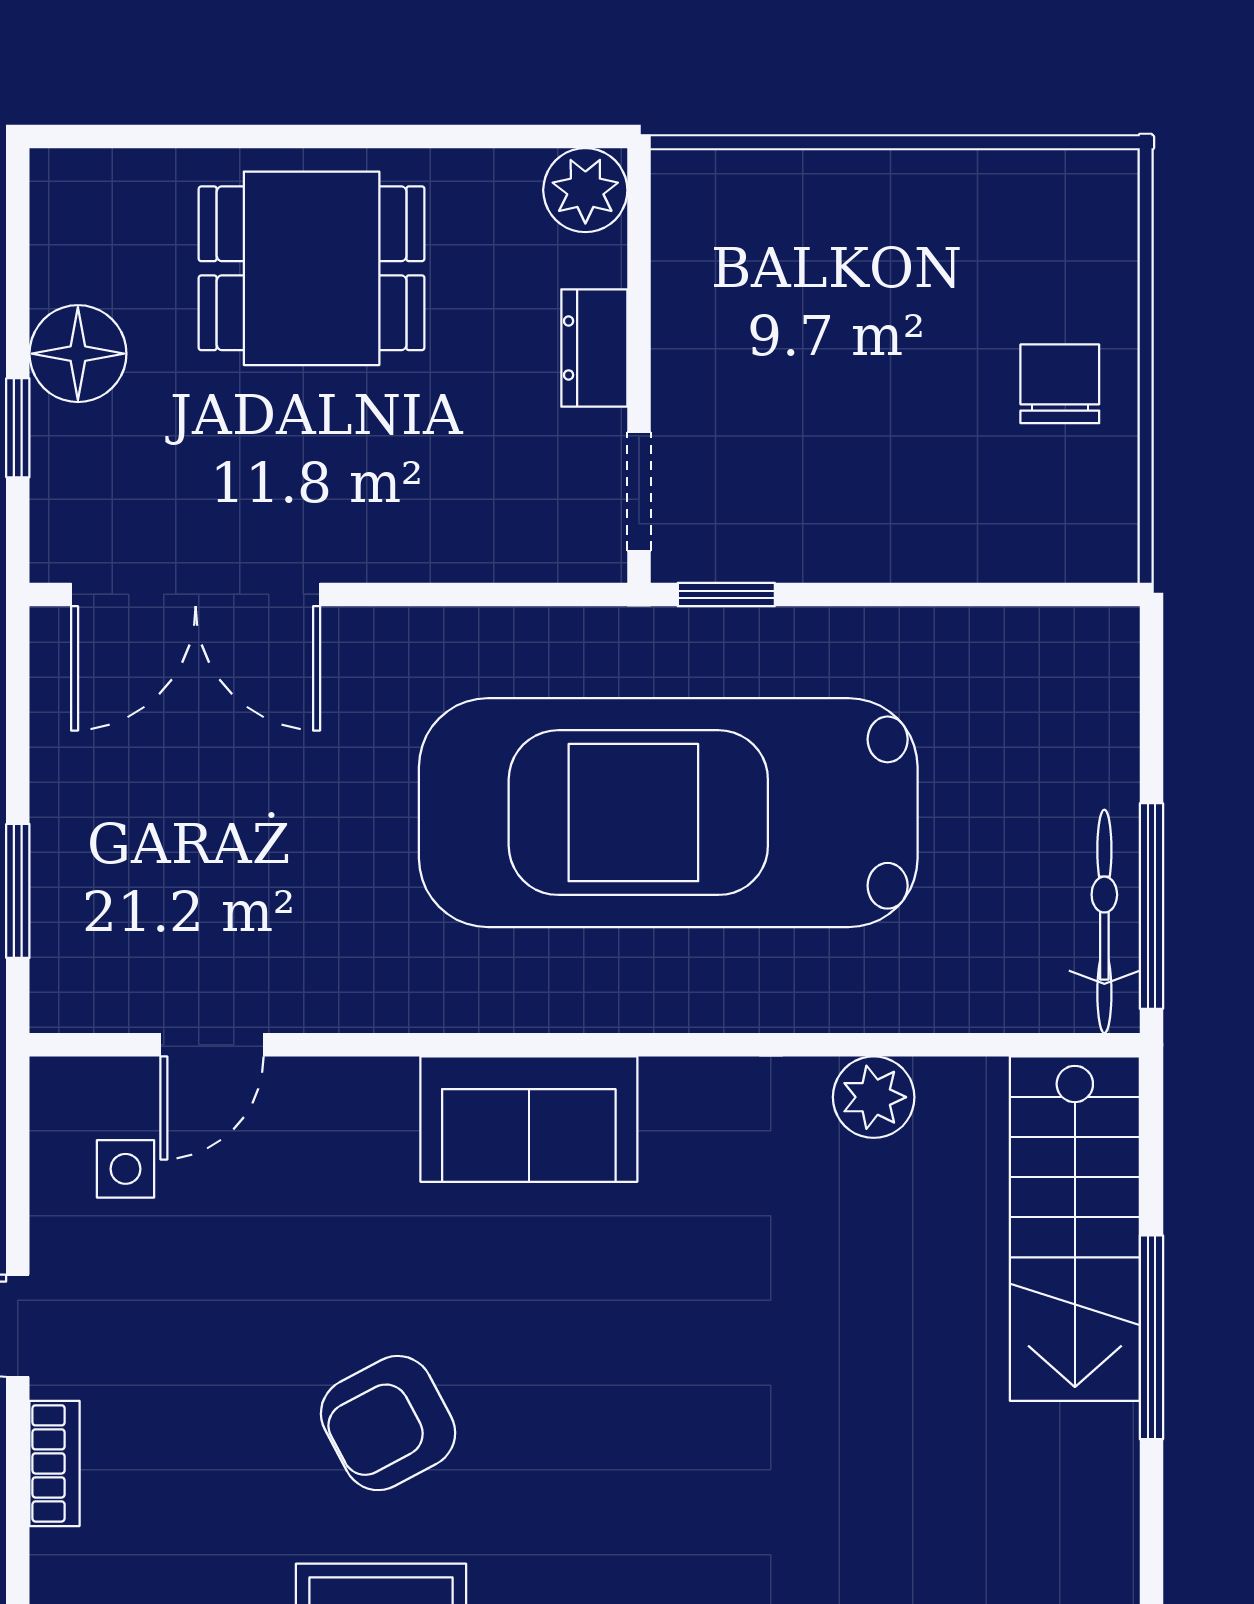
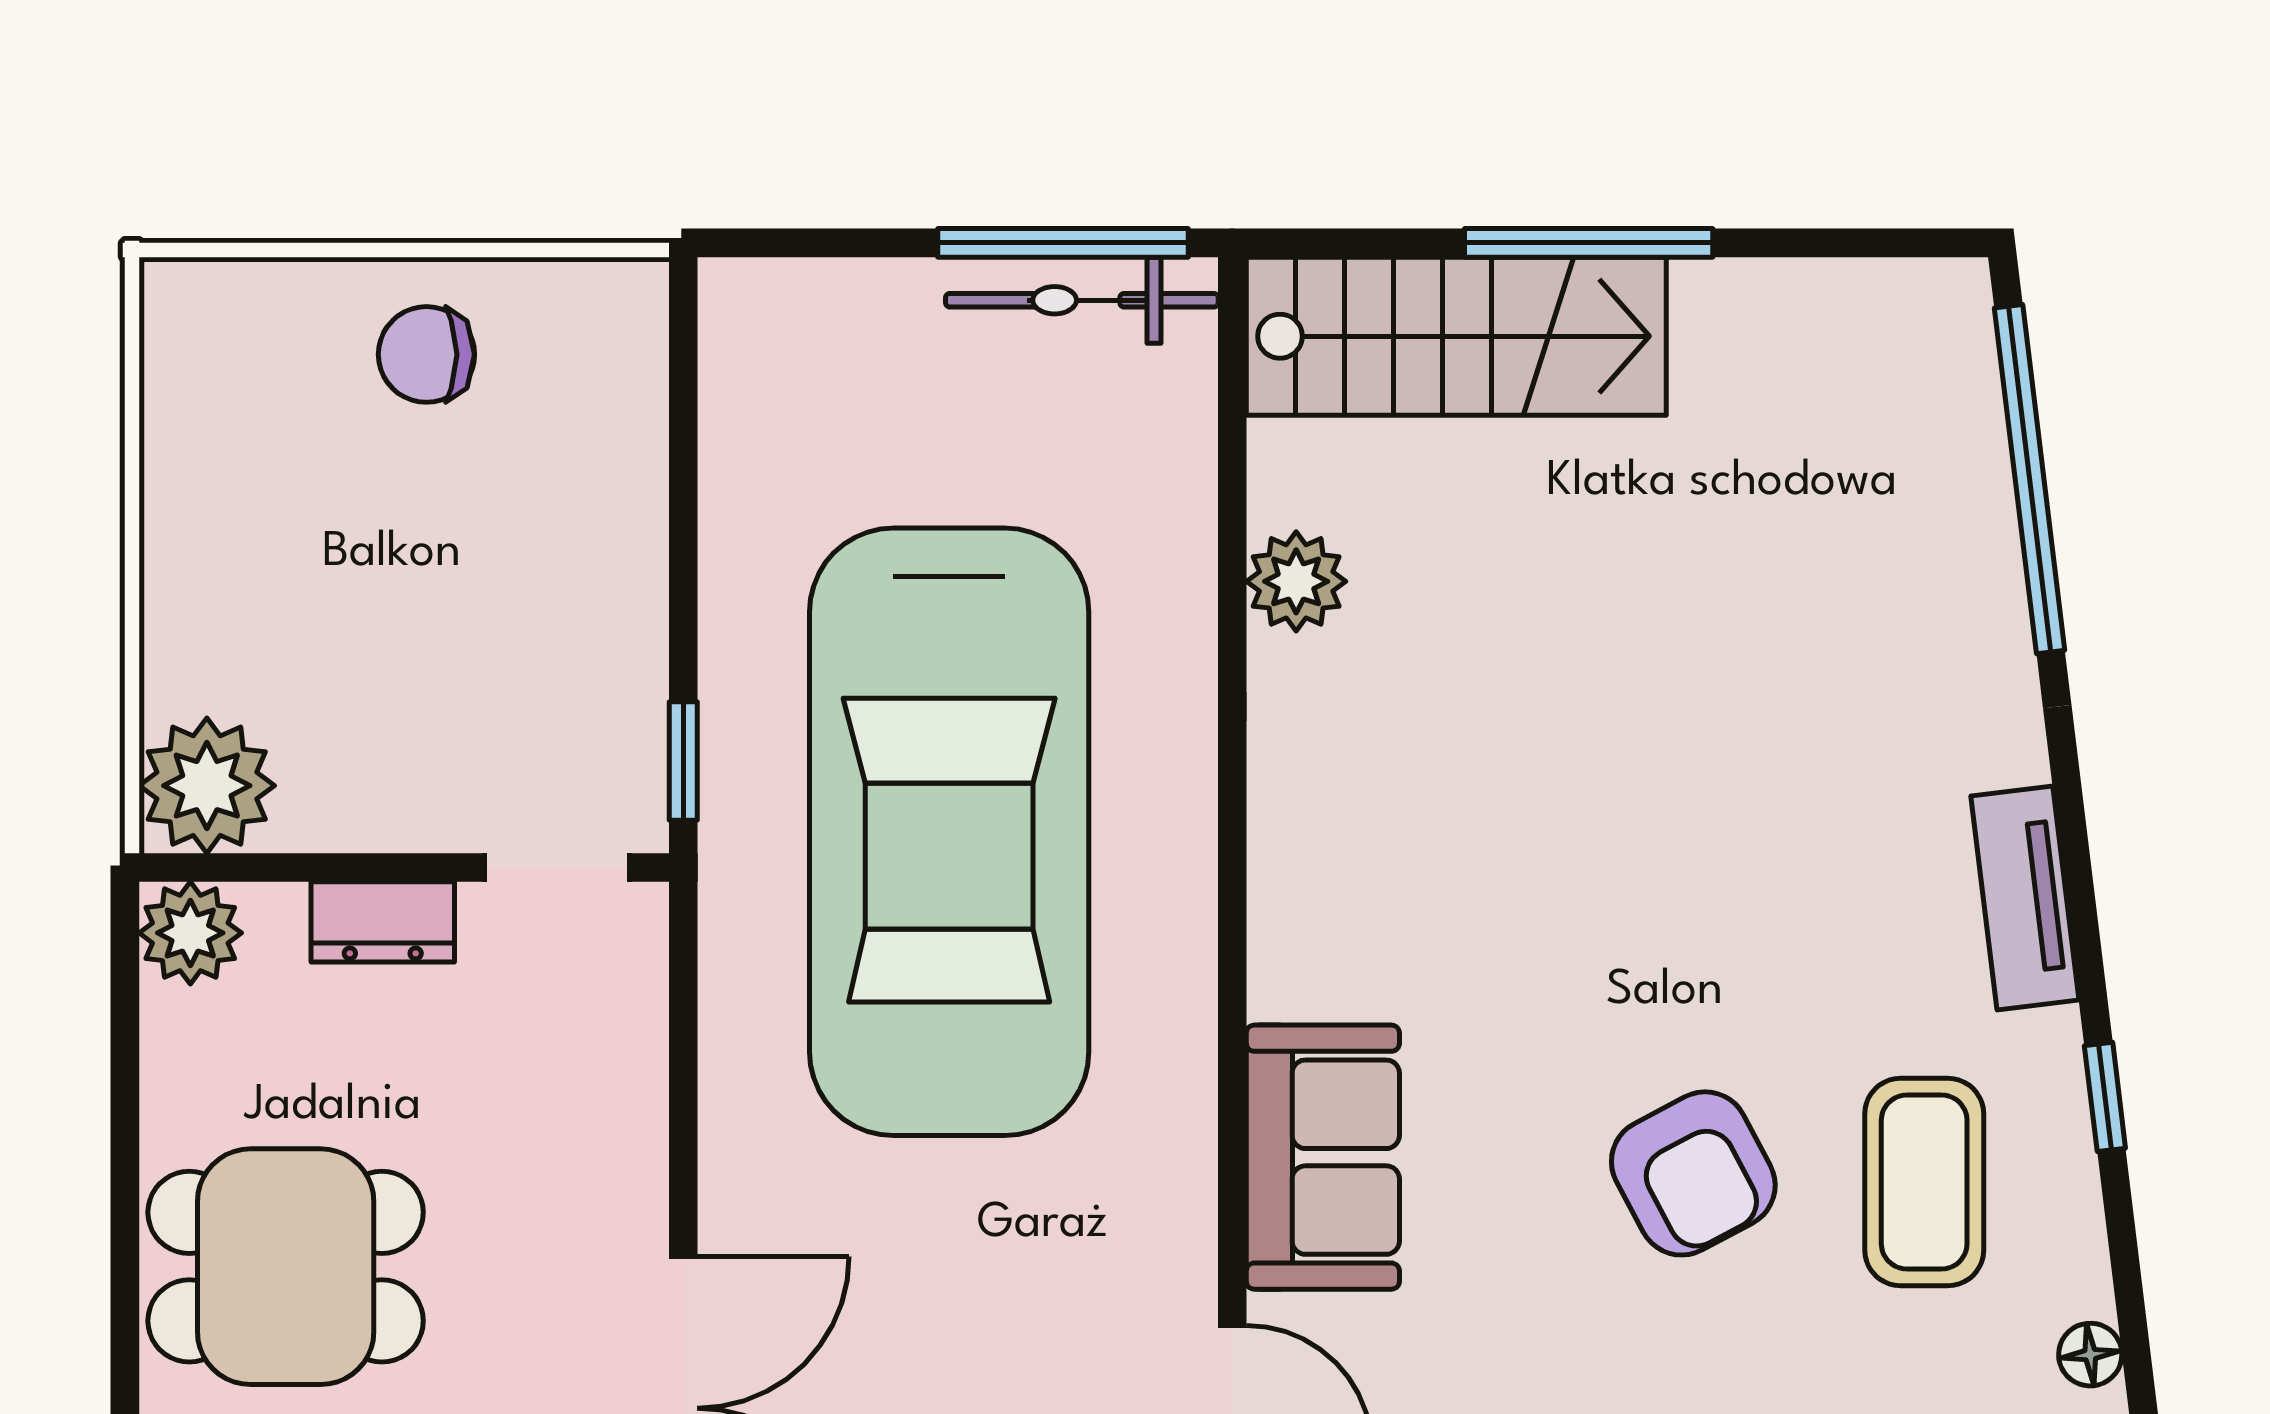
plant: (706, 204) -> (207, 786), added
dining table: (312, 268) -> (286, 1267), turned 90
sofa: (529, 1119) -> (1323, 1157), moved

